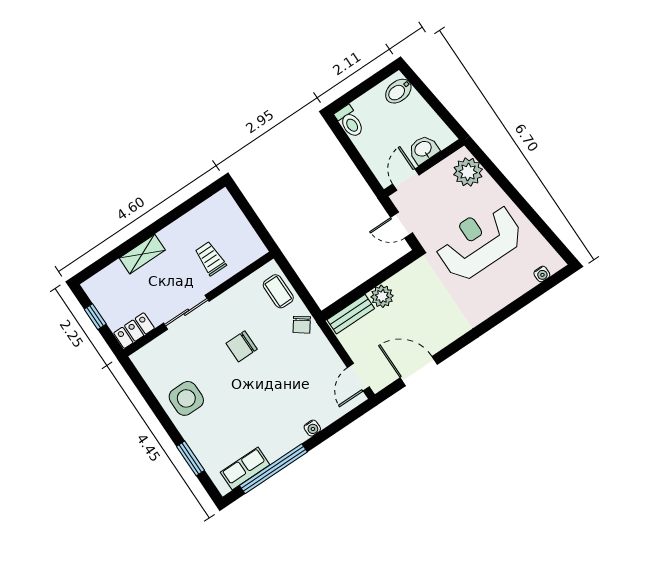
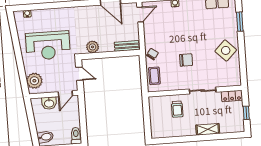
plant: (382, 296) -> (93, 47), moved
side table: (186, 398) -> (226, 50), turned 45

